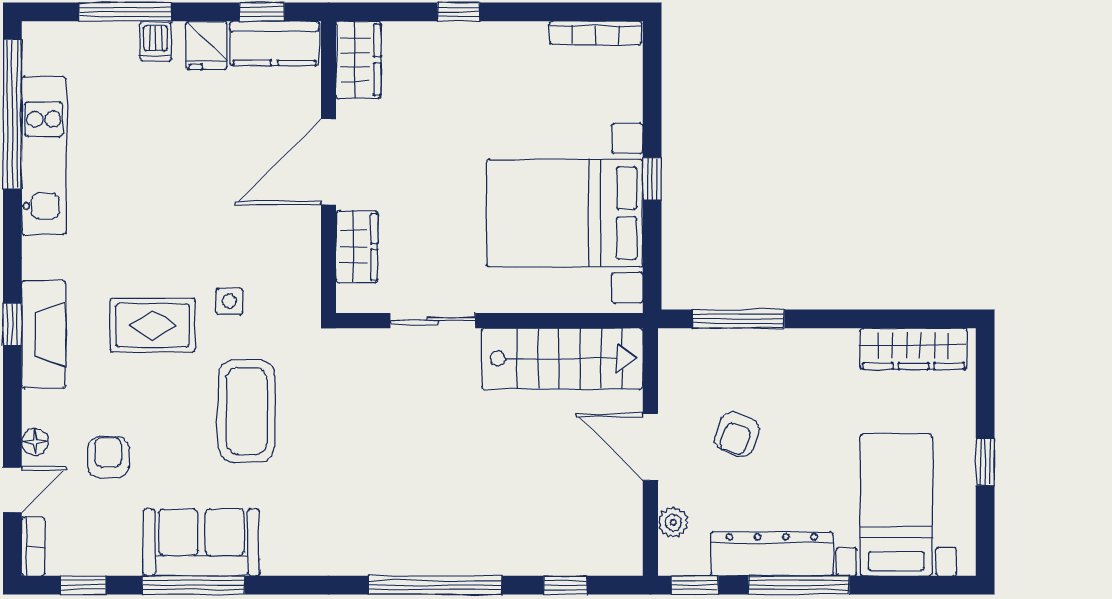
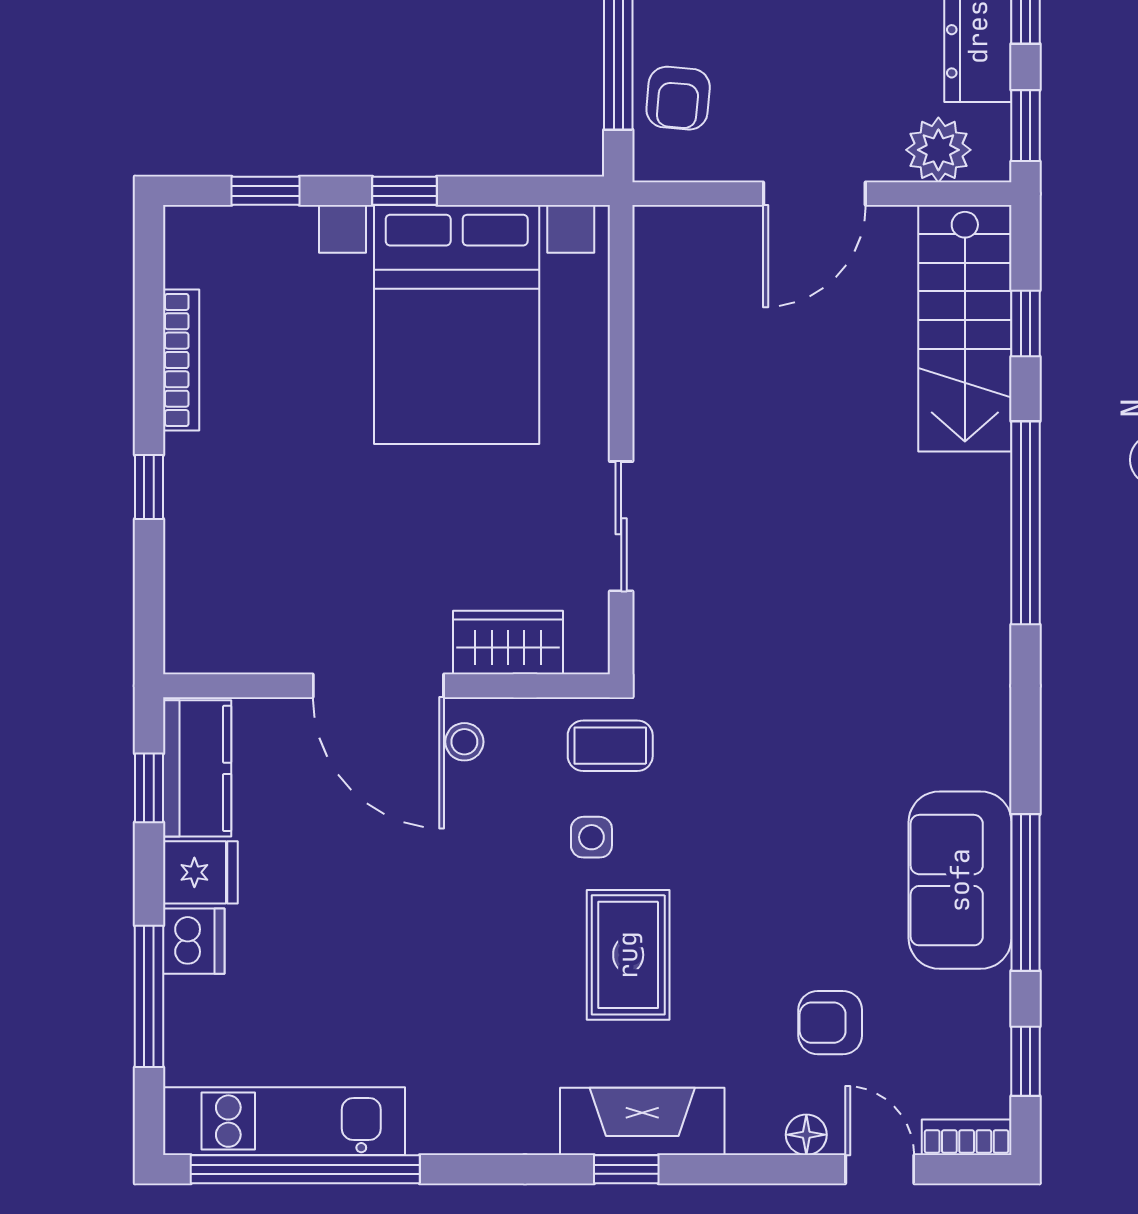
bookcase: (595, 33) -> (181, 360), moved
dishwasher: (156, 41) -> (194, 941), width x1.38
wardrobe: (358, 60) -> (222, 640), removed
window: (652, 88) -> (266, 191), added
kitchen unit: (44, 156) -> (284, 1121), moved
stool: (292, 218) -> (464, 742), added
stairs: (562, 358) -> (965, 328), moved, turned 180
coffee table: (246, 411) -> (610, 746), moved, width x0.54, depth x0.58
armchair: (737, 434) -> (678, 98), moved, turned 74
plant: (673, 522) -> (938, 150), width x1.38, depth x1.38

